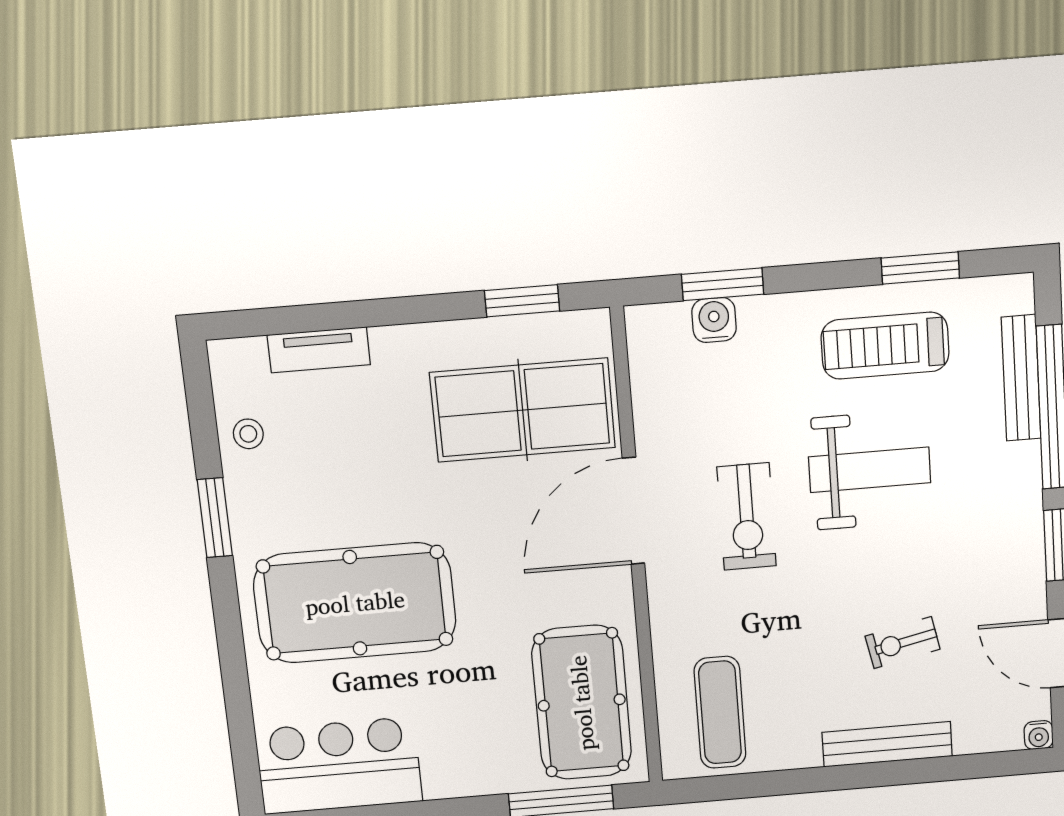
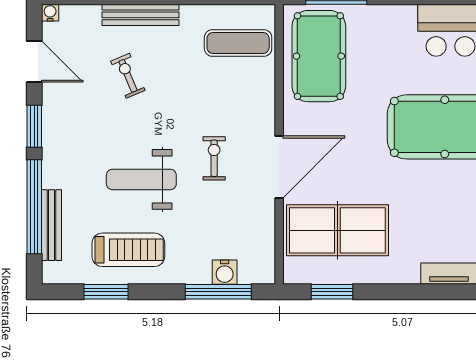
window: (723, 284) -> (218, 292), width x1.44
exercise bike: (747, 517) -> (214, 158), width x0.73, depth x0.72
exercise bike: (903, 643) -> (128, 76), turned -101
exercise mat: (720, 712) -> (238, 43), turned 90

